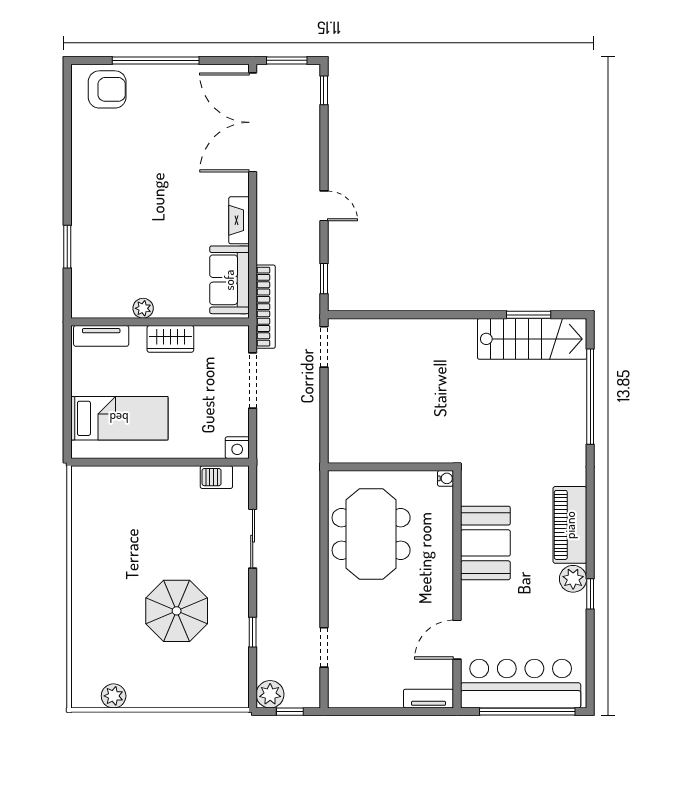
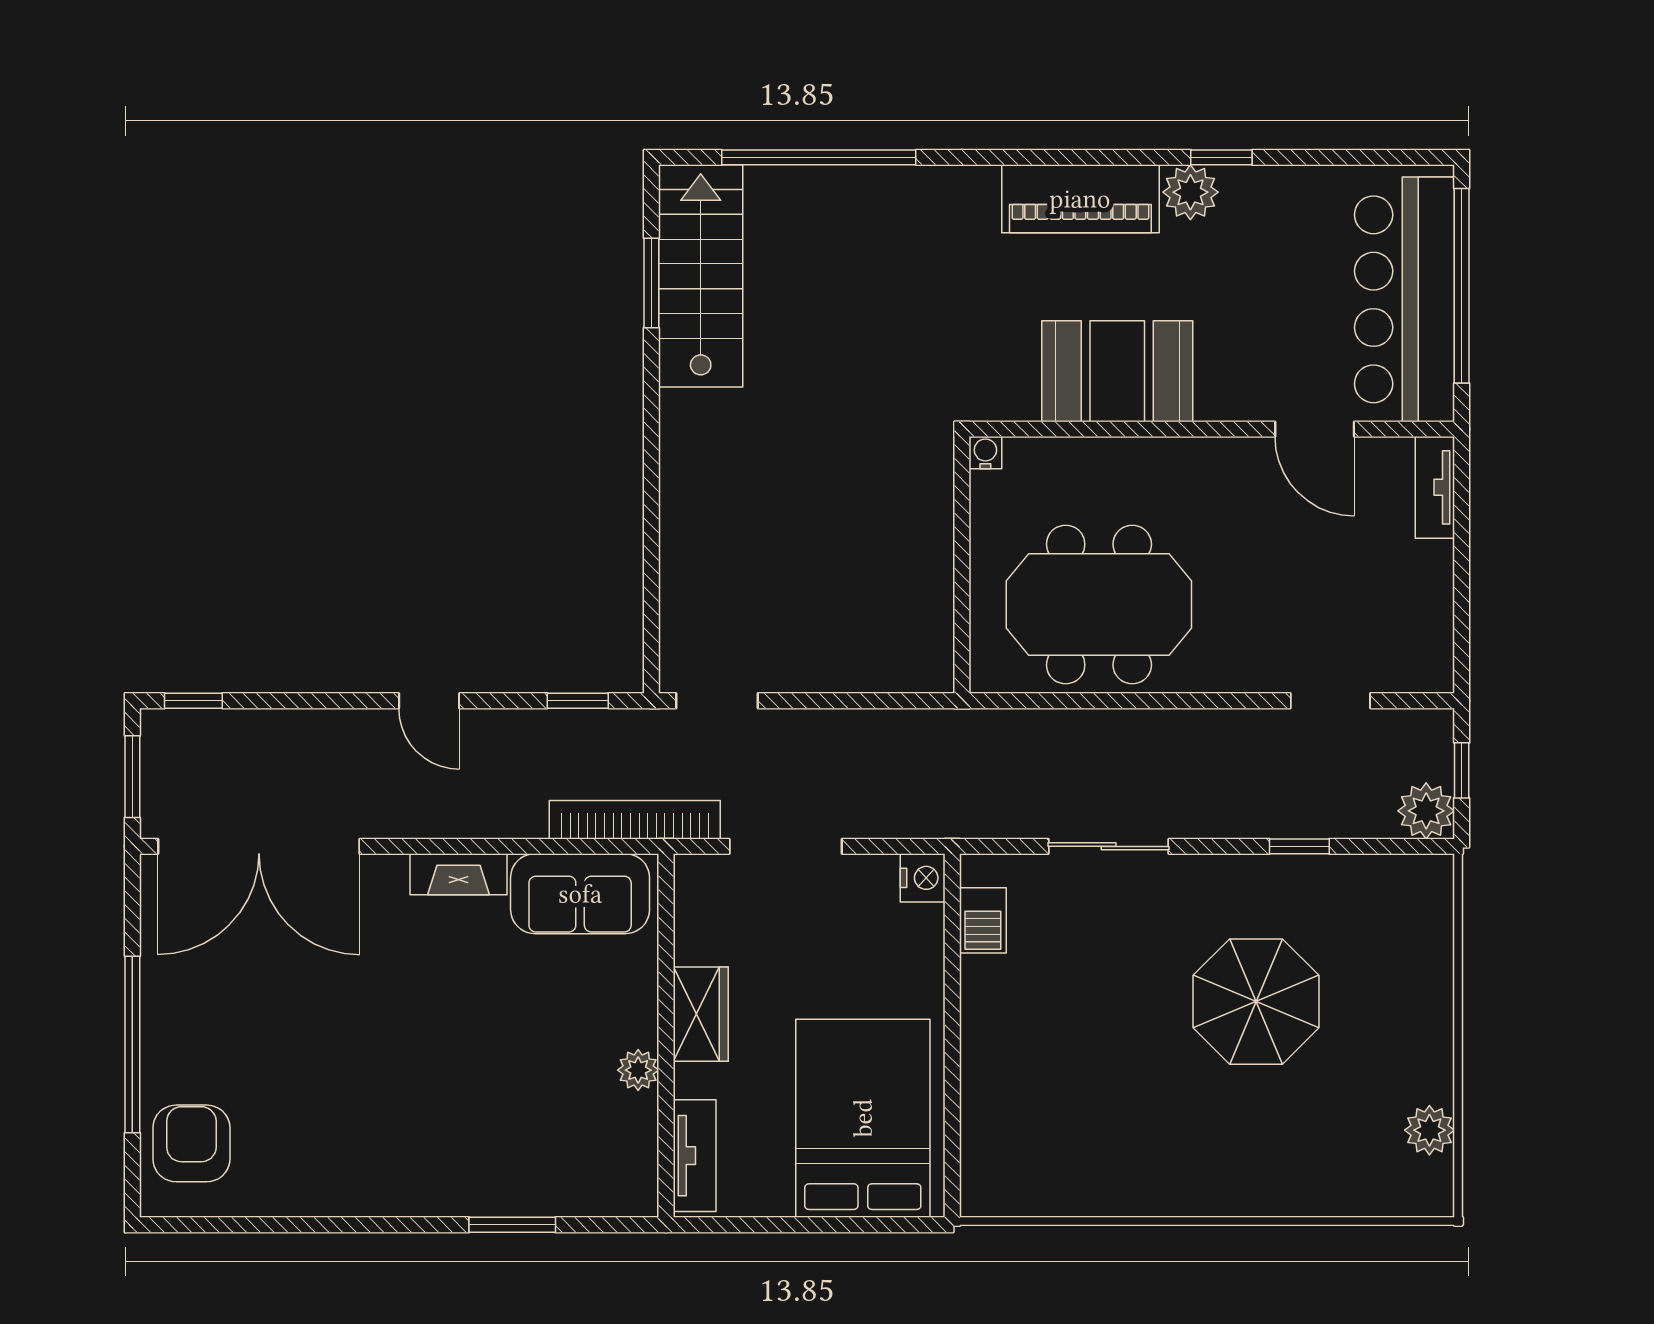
door: (324, 206) -> (429, 701), swing flipped
bed: (119, 418) -> (863, 1118), width x1.50

